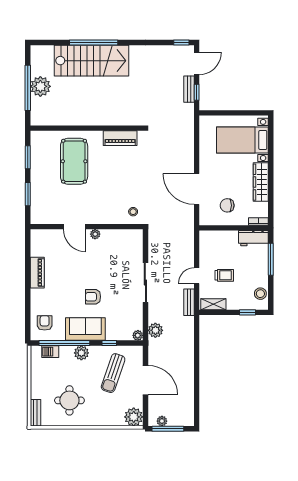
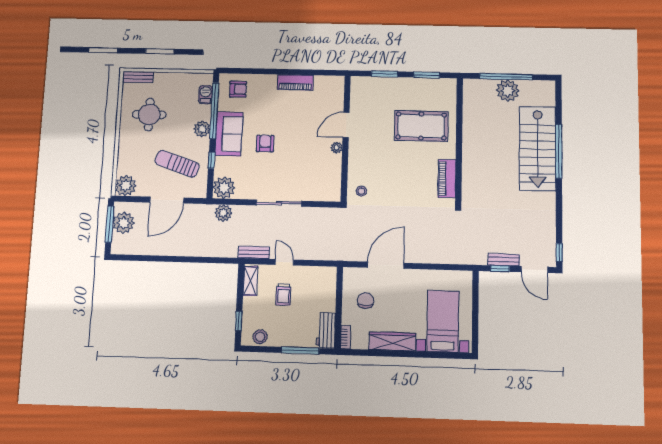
plant: (138, 335) -> (224, 188), width x1.88, depth x1.88
plant: (162, 421) -> (124, 223), width x1.87, depth x1.87

